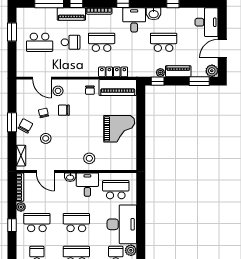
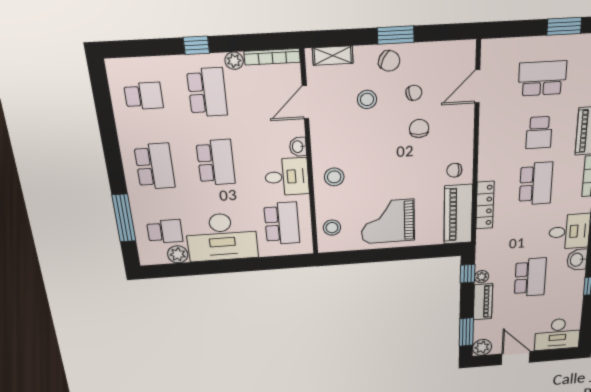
school desk: (40, 42) -> (542, 78), turned 90
stool: (58, 91) -> (332, 228), moved
grand piano: (119, 129) -> (388, 222), turned 90

